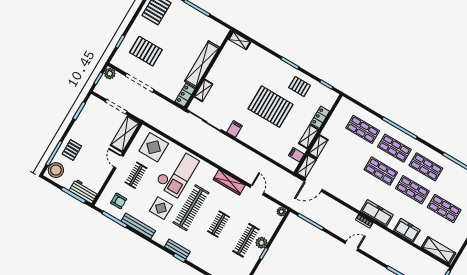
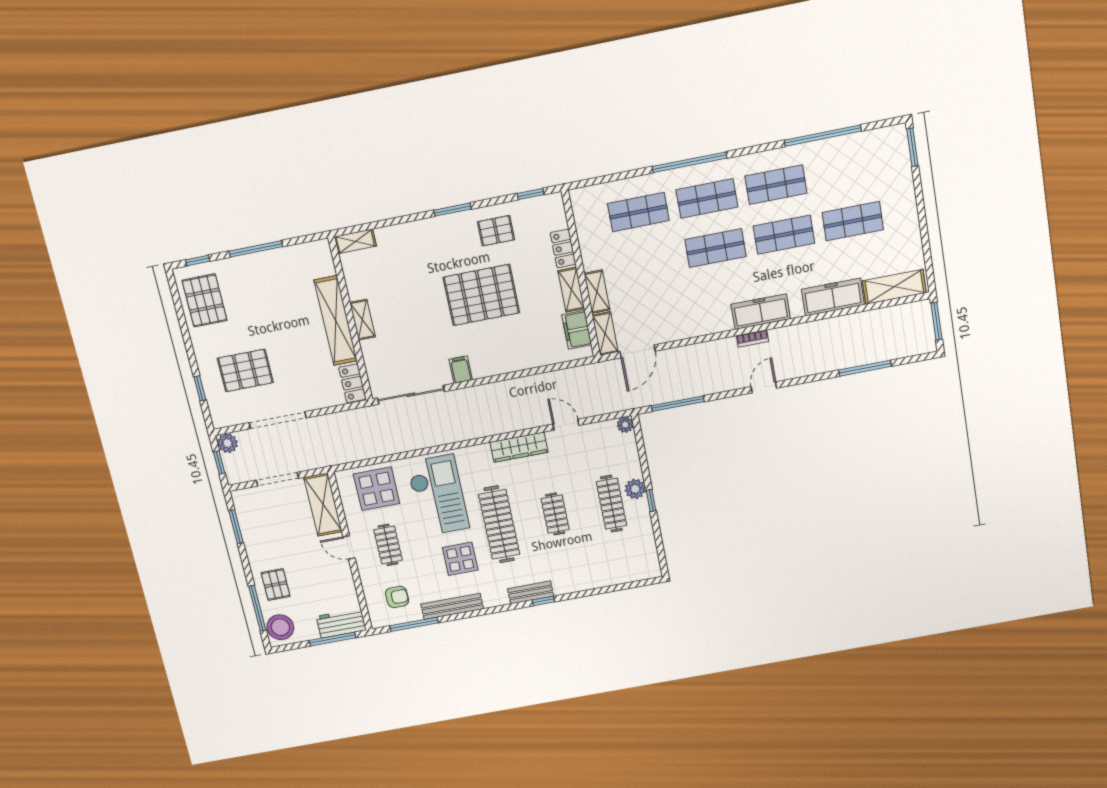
shelving: (203, 90) -> (362, 320), moved
filing cabinet: (296, 155) -> (577, 330), width x2.00
freezer: (407, 230) -> (833, 297), width x1.40

